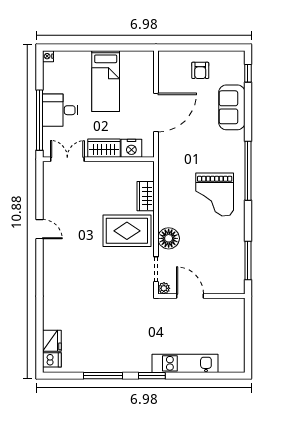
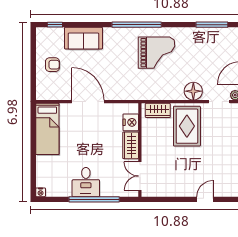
bed: (106, 81) -> (47, 129), moved, turned 90
wardrobe: (104, 148) -> (131, 145), moved
nightstand: (131, 148) -> (131, 122), moved
double door: (67, 159) -> (140, 176), moved
wall: (98, 159) -> (140, 150), moved
door: (40, 229) -> (205, 199), moved

